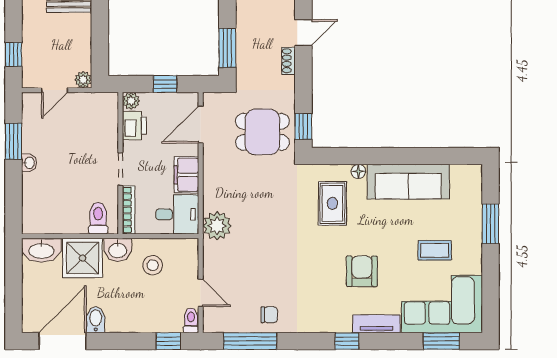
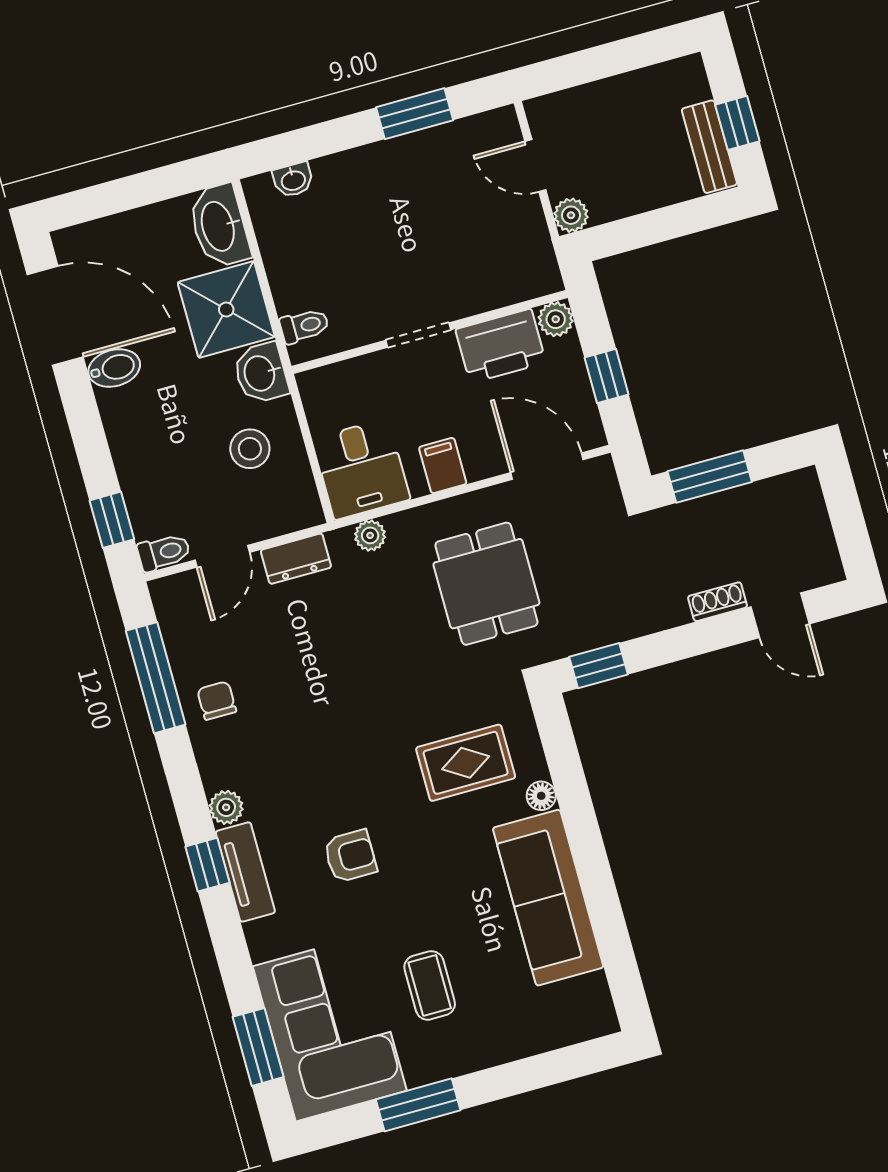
window: (13, 55) -> (582, 67), removed
printer: (134, 126) -> (501, 346), width x1.37, depth x1.19
dining table: (262, 132) -> (486, 584), moved
washbasin: (29, 163) -> (293, 180), moved
filing cabinet: (186, 175) -> (443, 466), width x0.50
bookcase: (129, 210) -> (344, 373), removed
toilet: (98, 218) -> (304, 326), width x0.73, depth x0.72
window: (491, 224) -> (418, 1105), moved
plant: (217, 226) -> (370, 535), width x0.53, depth x0.53
dresser: (212, 258) -> (296, 559), added
armchair: (362, 271) -> (350, 856), width x0.72, depth x0.72
chair: (269, 315) -> (217, 701), turned 180
plant: (322, 324) -> (226, 807), added
tv unit: (376, 324) -> (245, 872), moved

